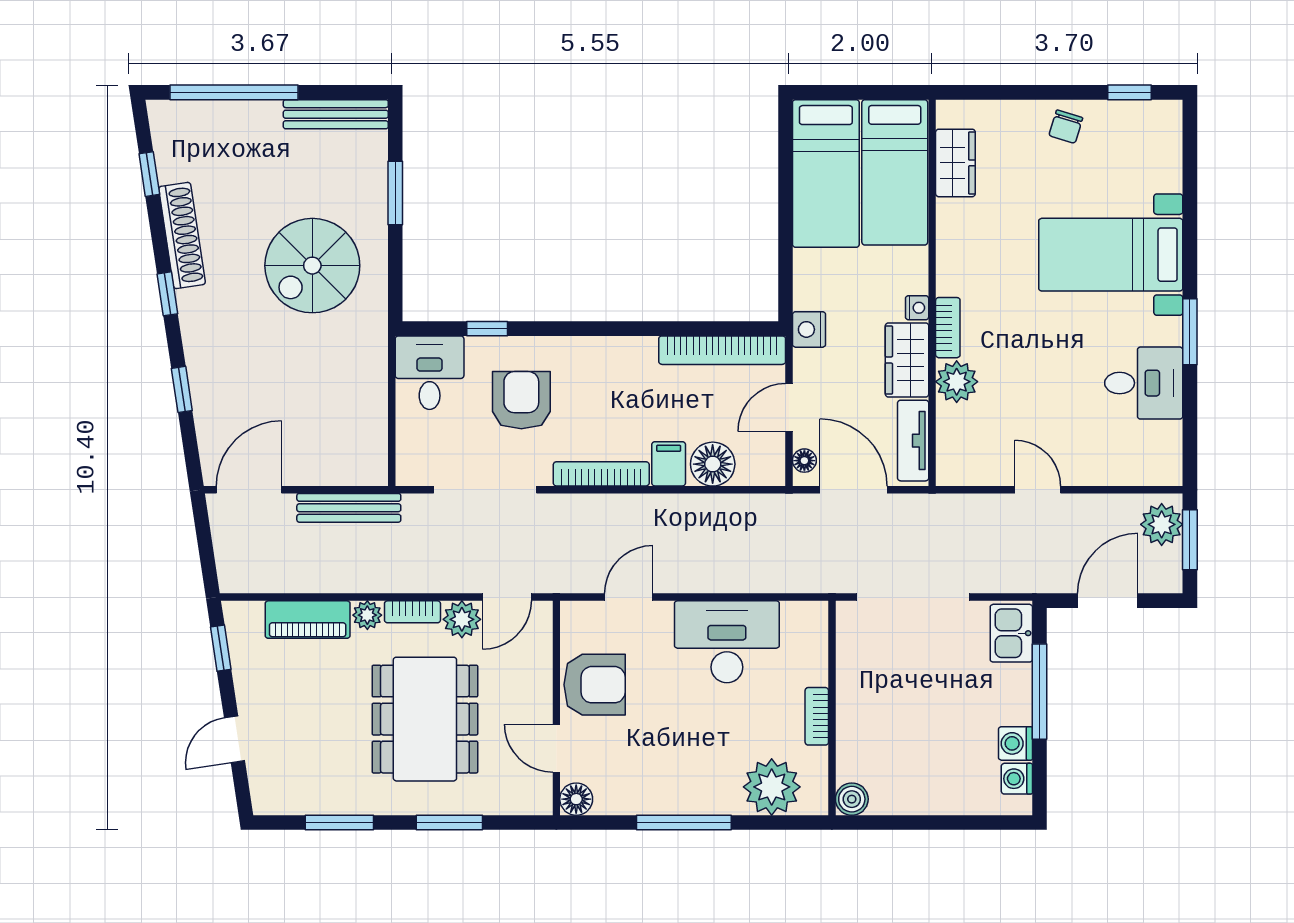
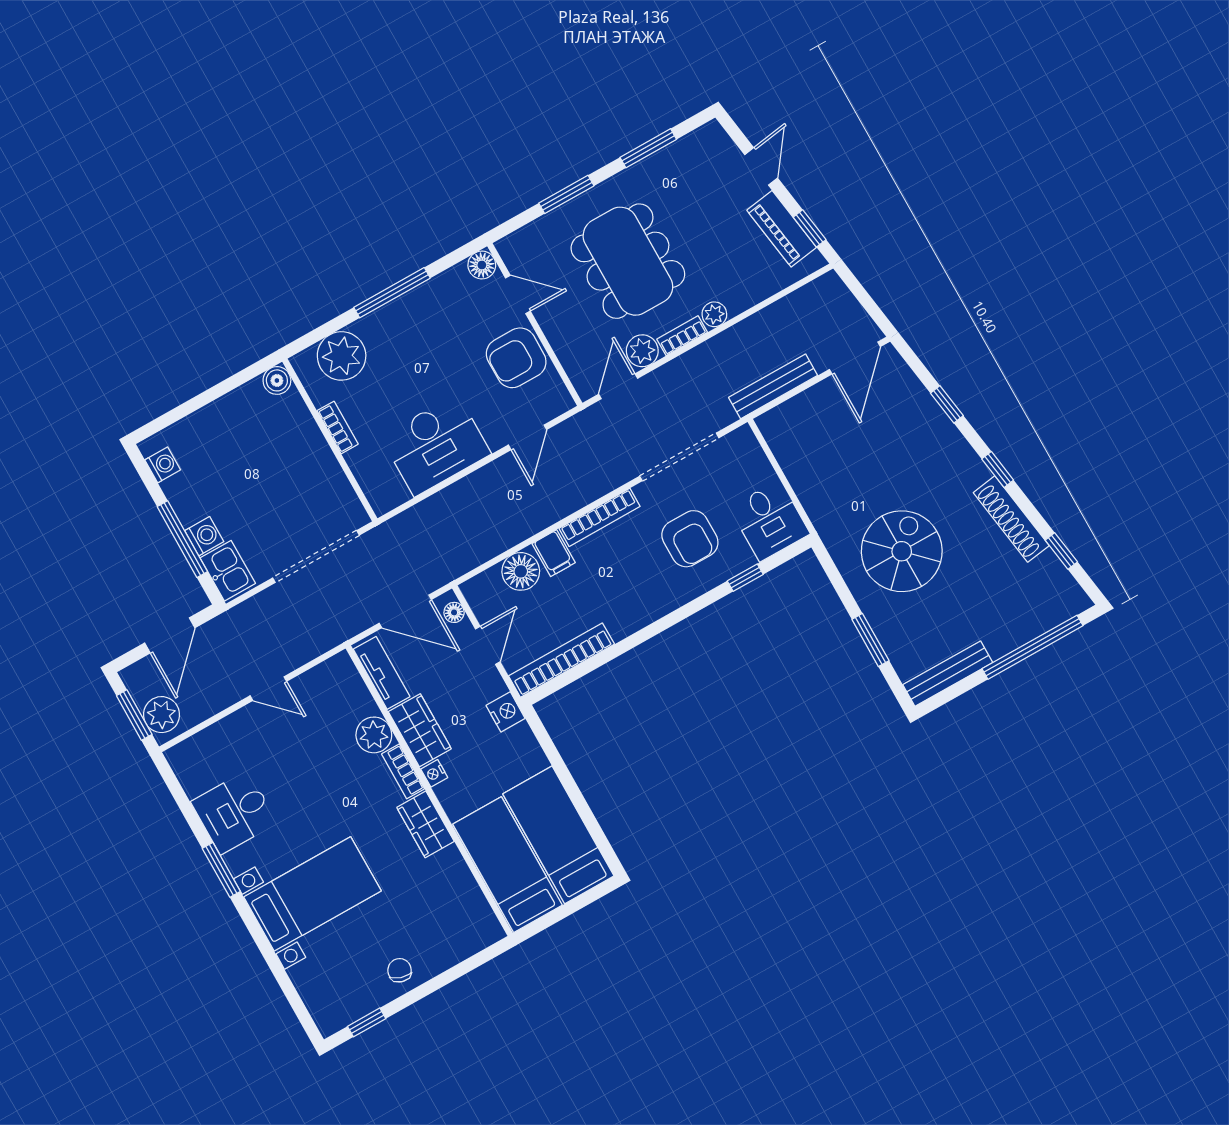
wardrobe: (955, 163) -> (426, 824), moved
piano: (308, 620) -> (782, 229), moved, turned -99
washing machine: (1015, 743) -> (204, 536), moved

